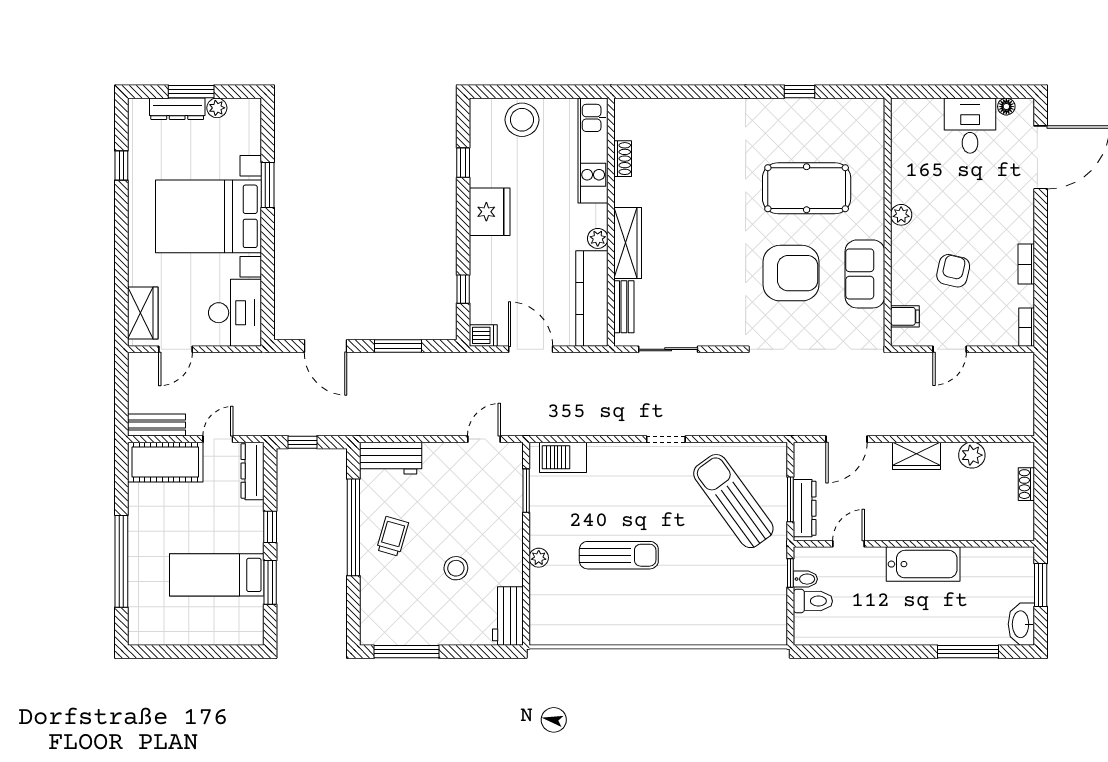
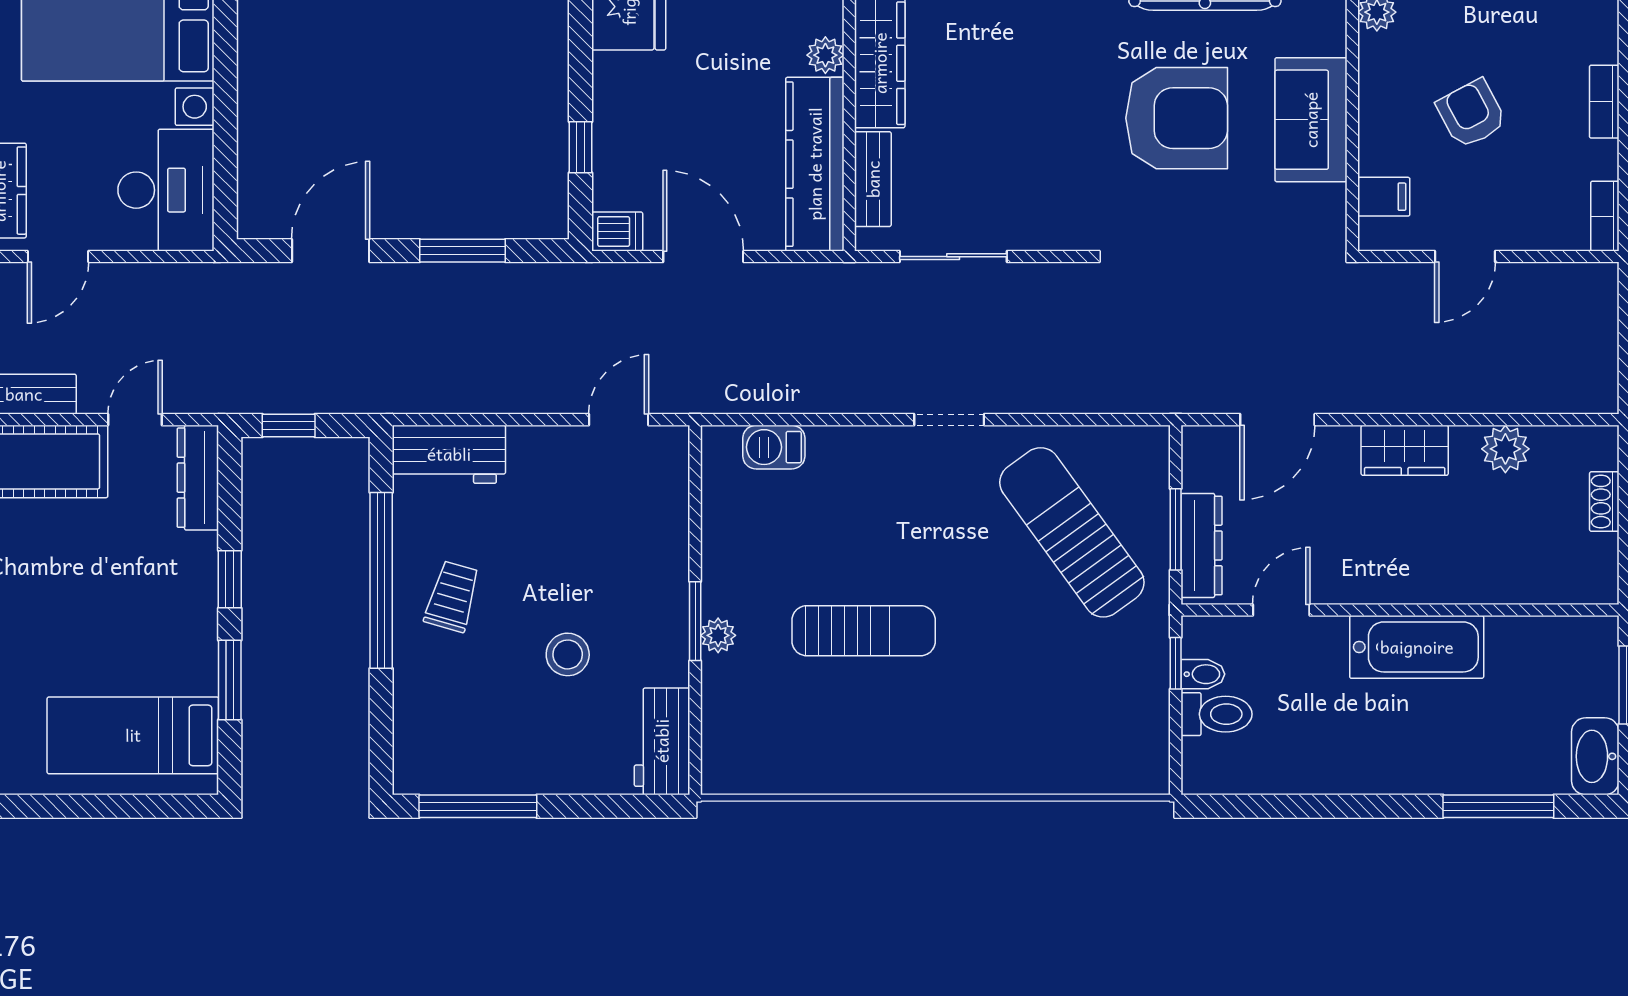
armchair: (953, 271) -> (1471, 114), turned -41
door: (325, 346) -> (331, 251), swing flipped
barbecue: (563, 457) -> (774, 447), width x0.73, depth x0.79
window: (526, 491) -> (695, 621), moved
bed: (217, 575) -> (133, 735), moved

